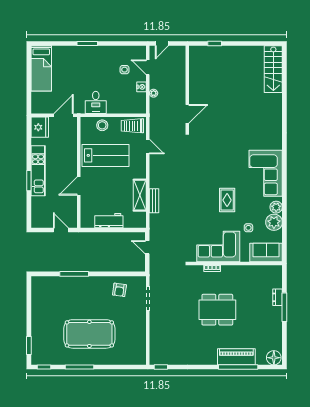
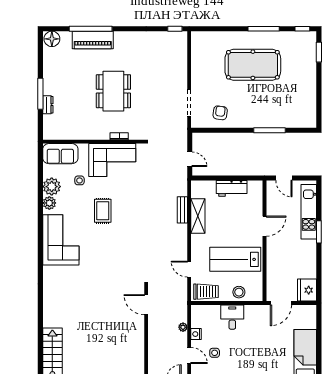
desk: (96, 102) -> (232, 317), moved
door: (187, 114) -> (146, 305), hinge flipped
kitchen unit: (38, 171) -> (309, 212), moved
dining table: (217, 310) -> (113, 91), turned 90

